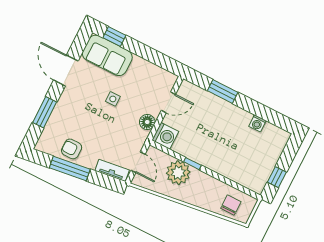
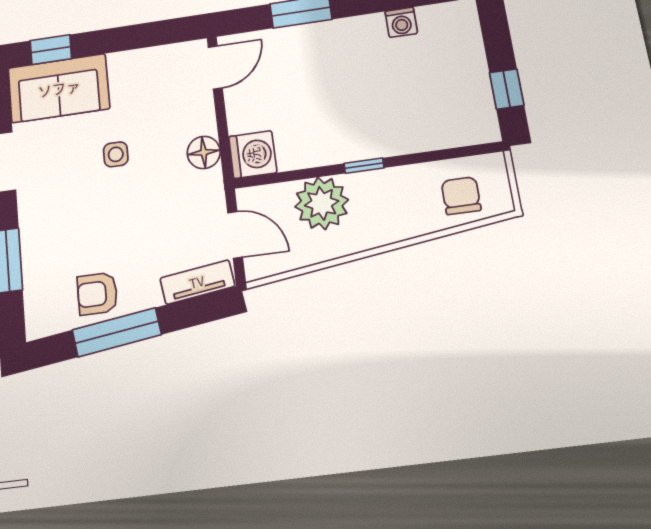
door: (168, 102) -> (215, 68), moved
window: (192, 164) -> (364, 166), moved

